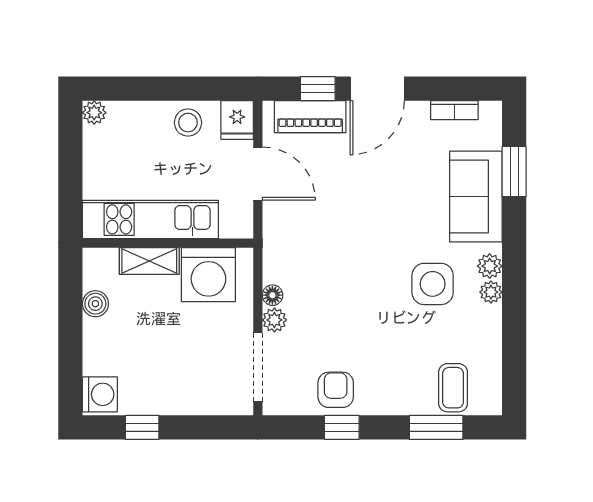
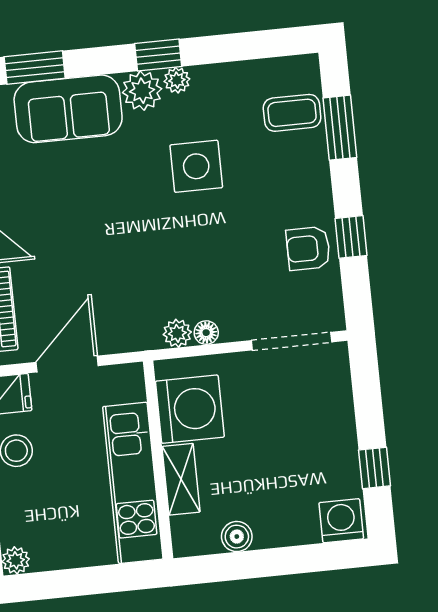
plant: (490, 266) -> (142, 91), width x1.38, depth x1.38
window: (514, 278) -> (158, 55), added
side table: (433, 284) -> (196, 166), moved
plant: (274, 320) -> (177, 333), moved

